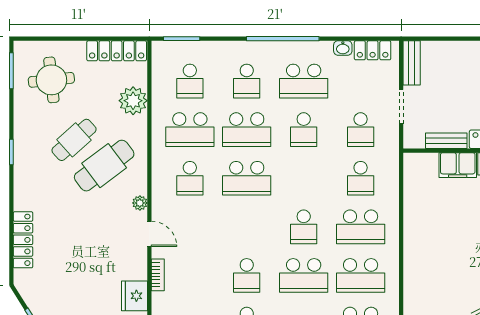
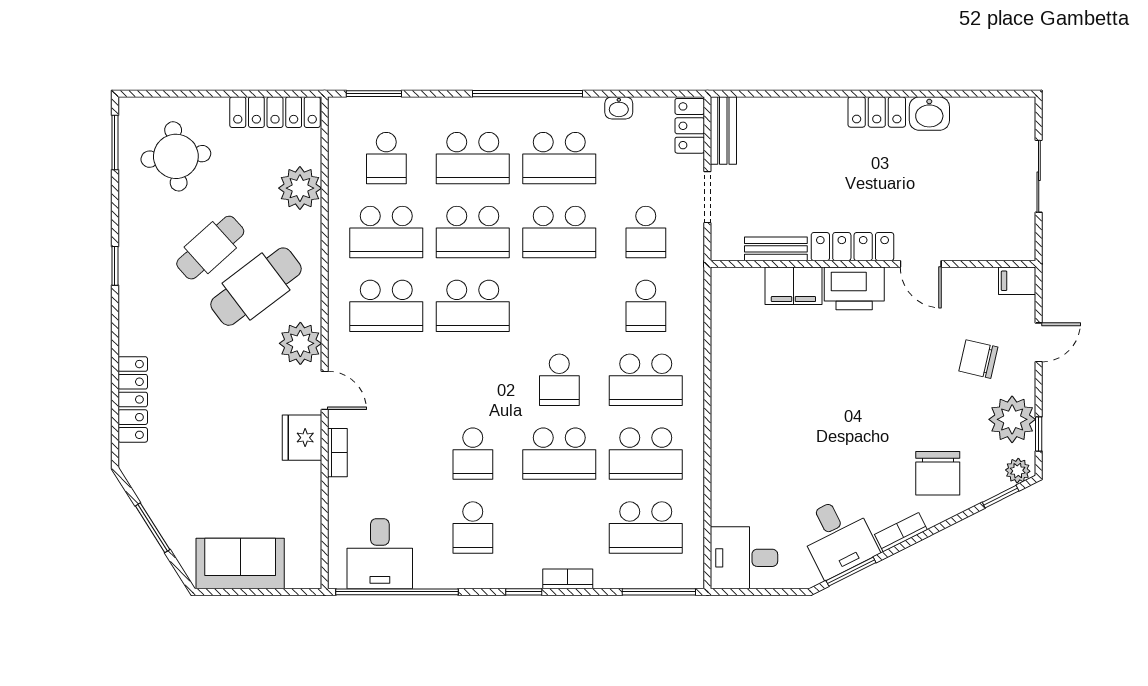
locker: (373, 50) -> (690, 126), moved, turned 90
school desk: (247, 81) -> (473, 158), width x1.85
school desk: (304, 130) -> (559, 232), width x1.85
school desk: (190, 178) -> (386, 306), width x1.85
plant: (140, 203) -> (300, 343), width x1.87, depth x1.87
fridge: (134, 296) -> (302, 438), moved

